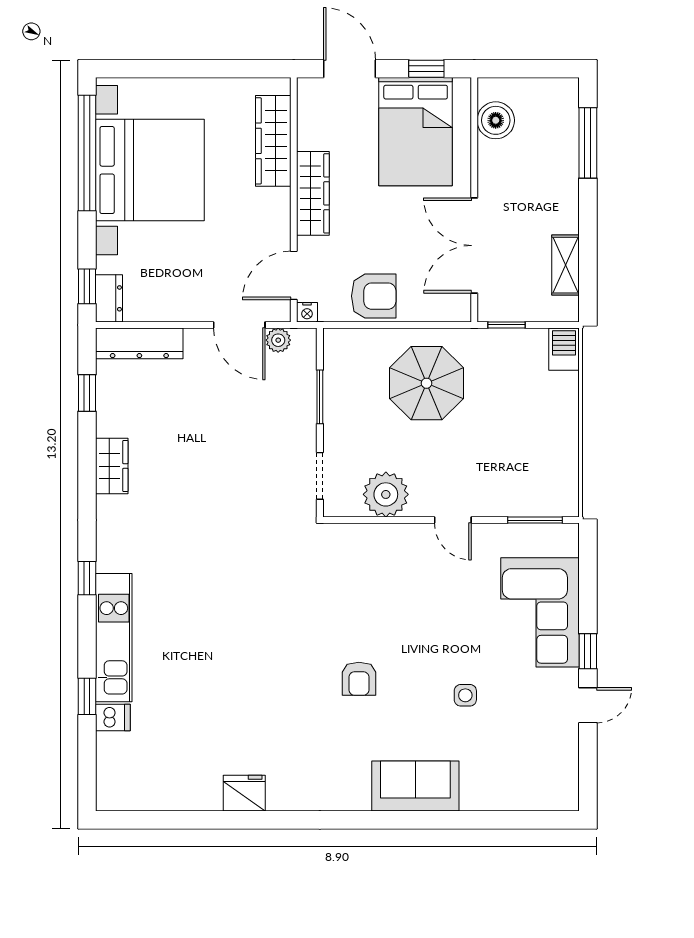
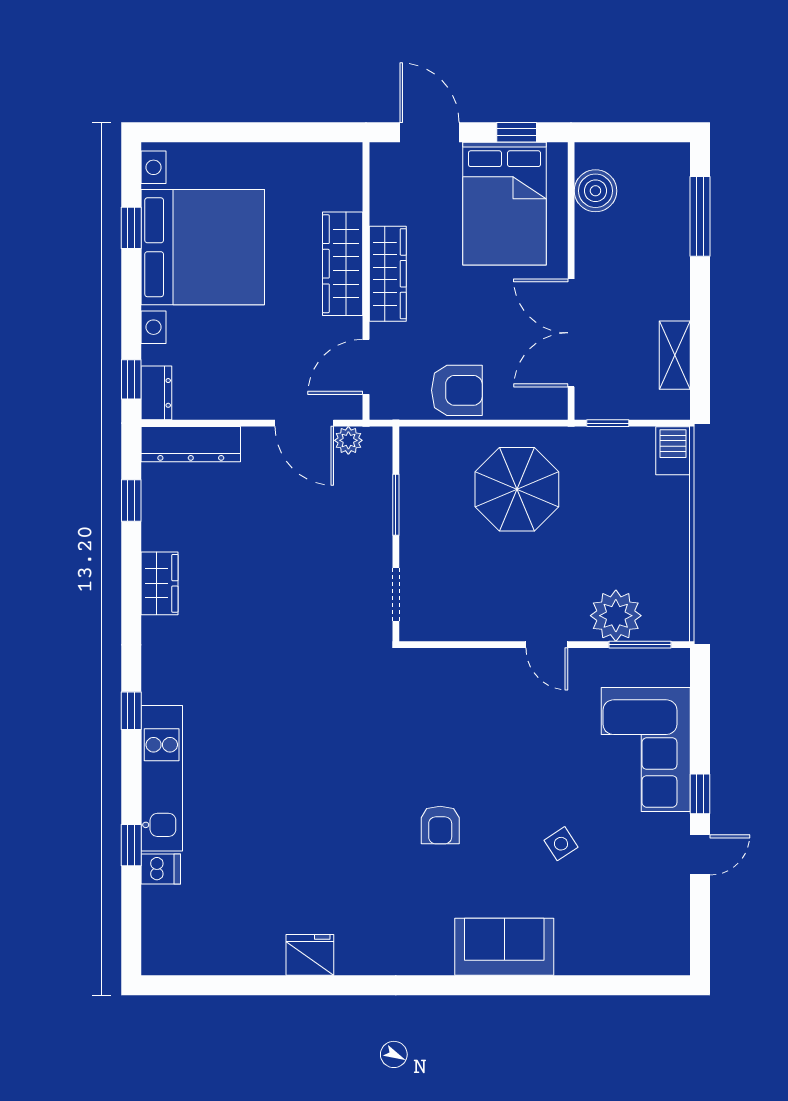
wardrobe: (273, 141) -> (343, 264), moved
window: (87, 153) -> (131, 228), width x0.32
nightstand: (307, 312) -> (381, 409), removed
plant: (386, 494) -> (616, 616), moved
side table: (465, 695) -> (561, 844), turned -33

